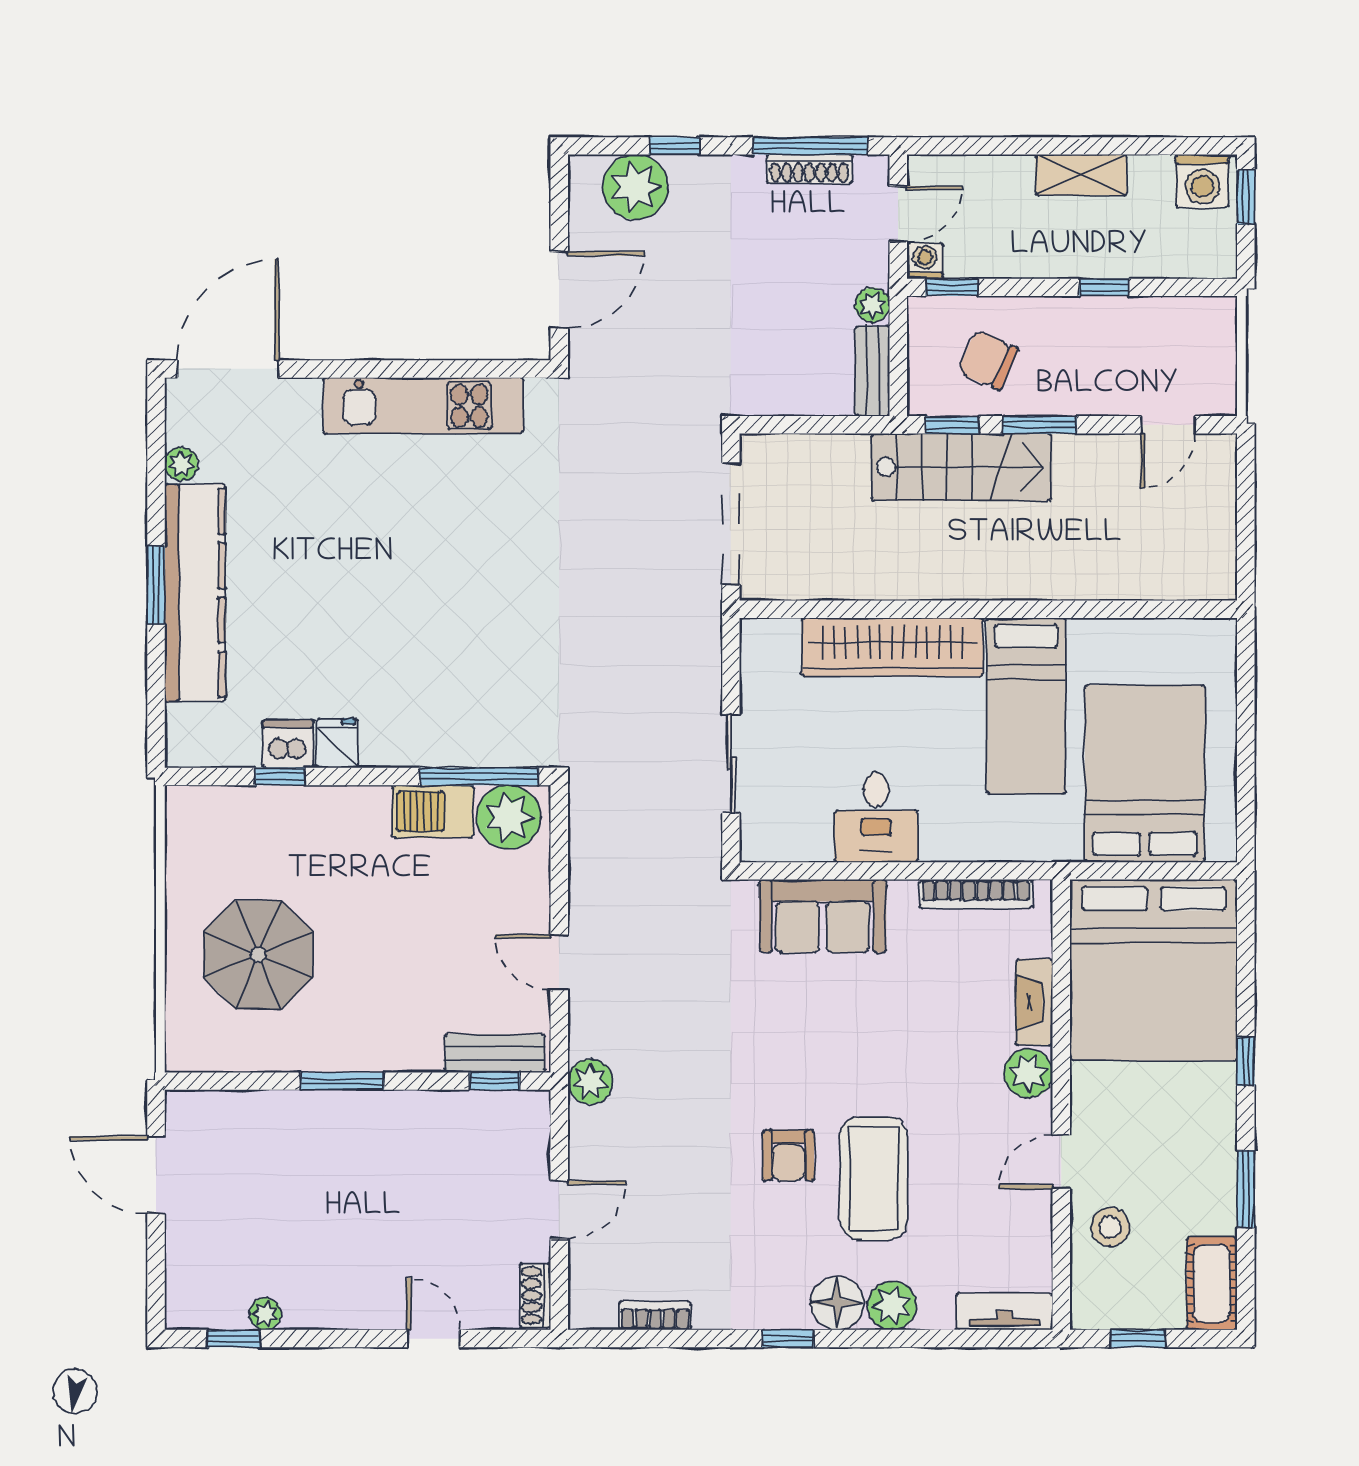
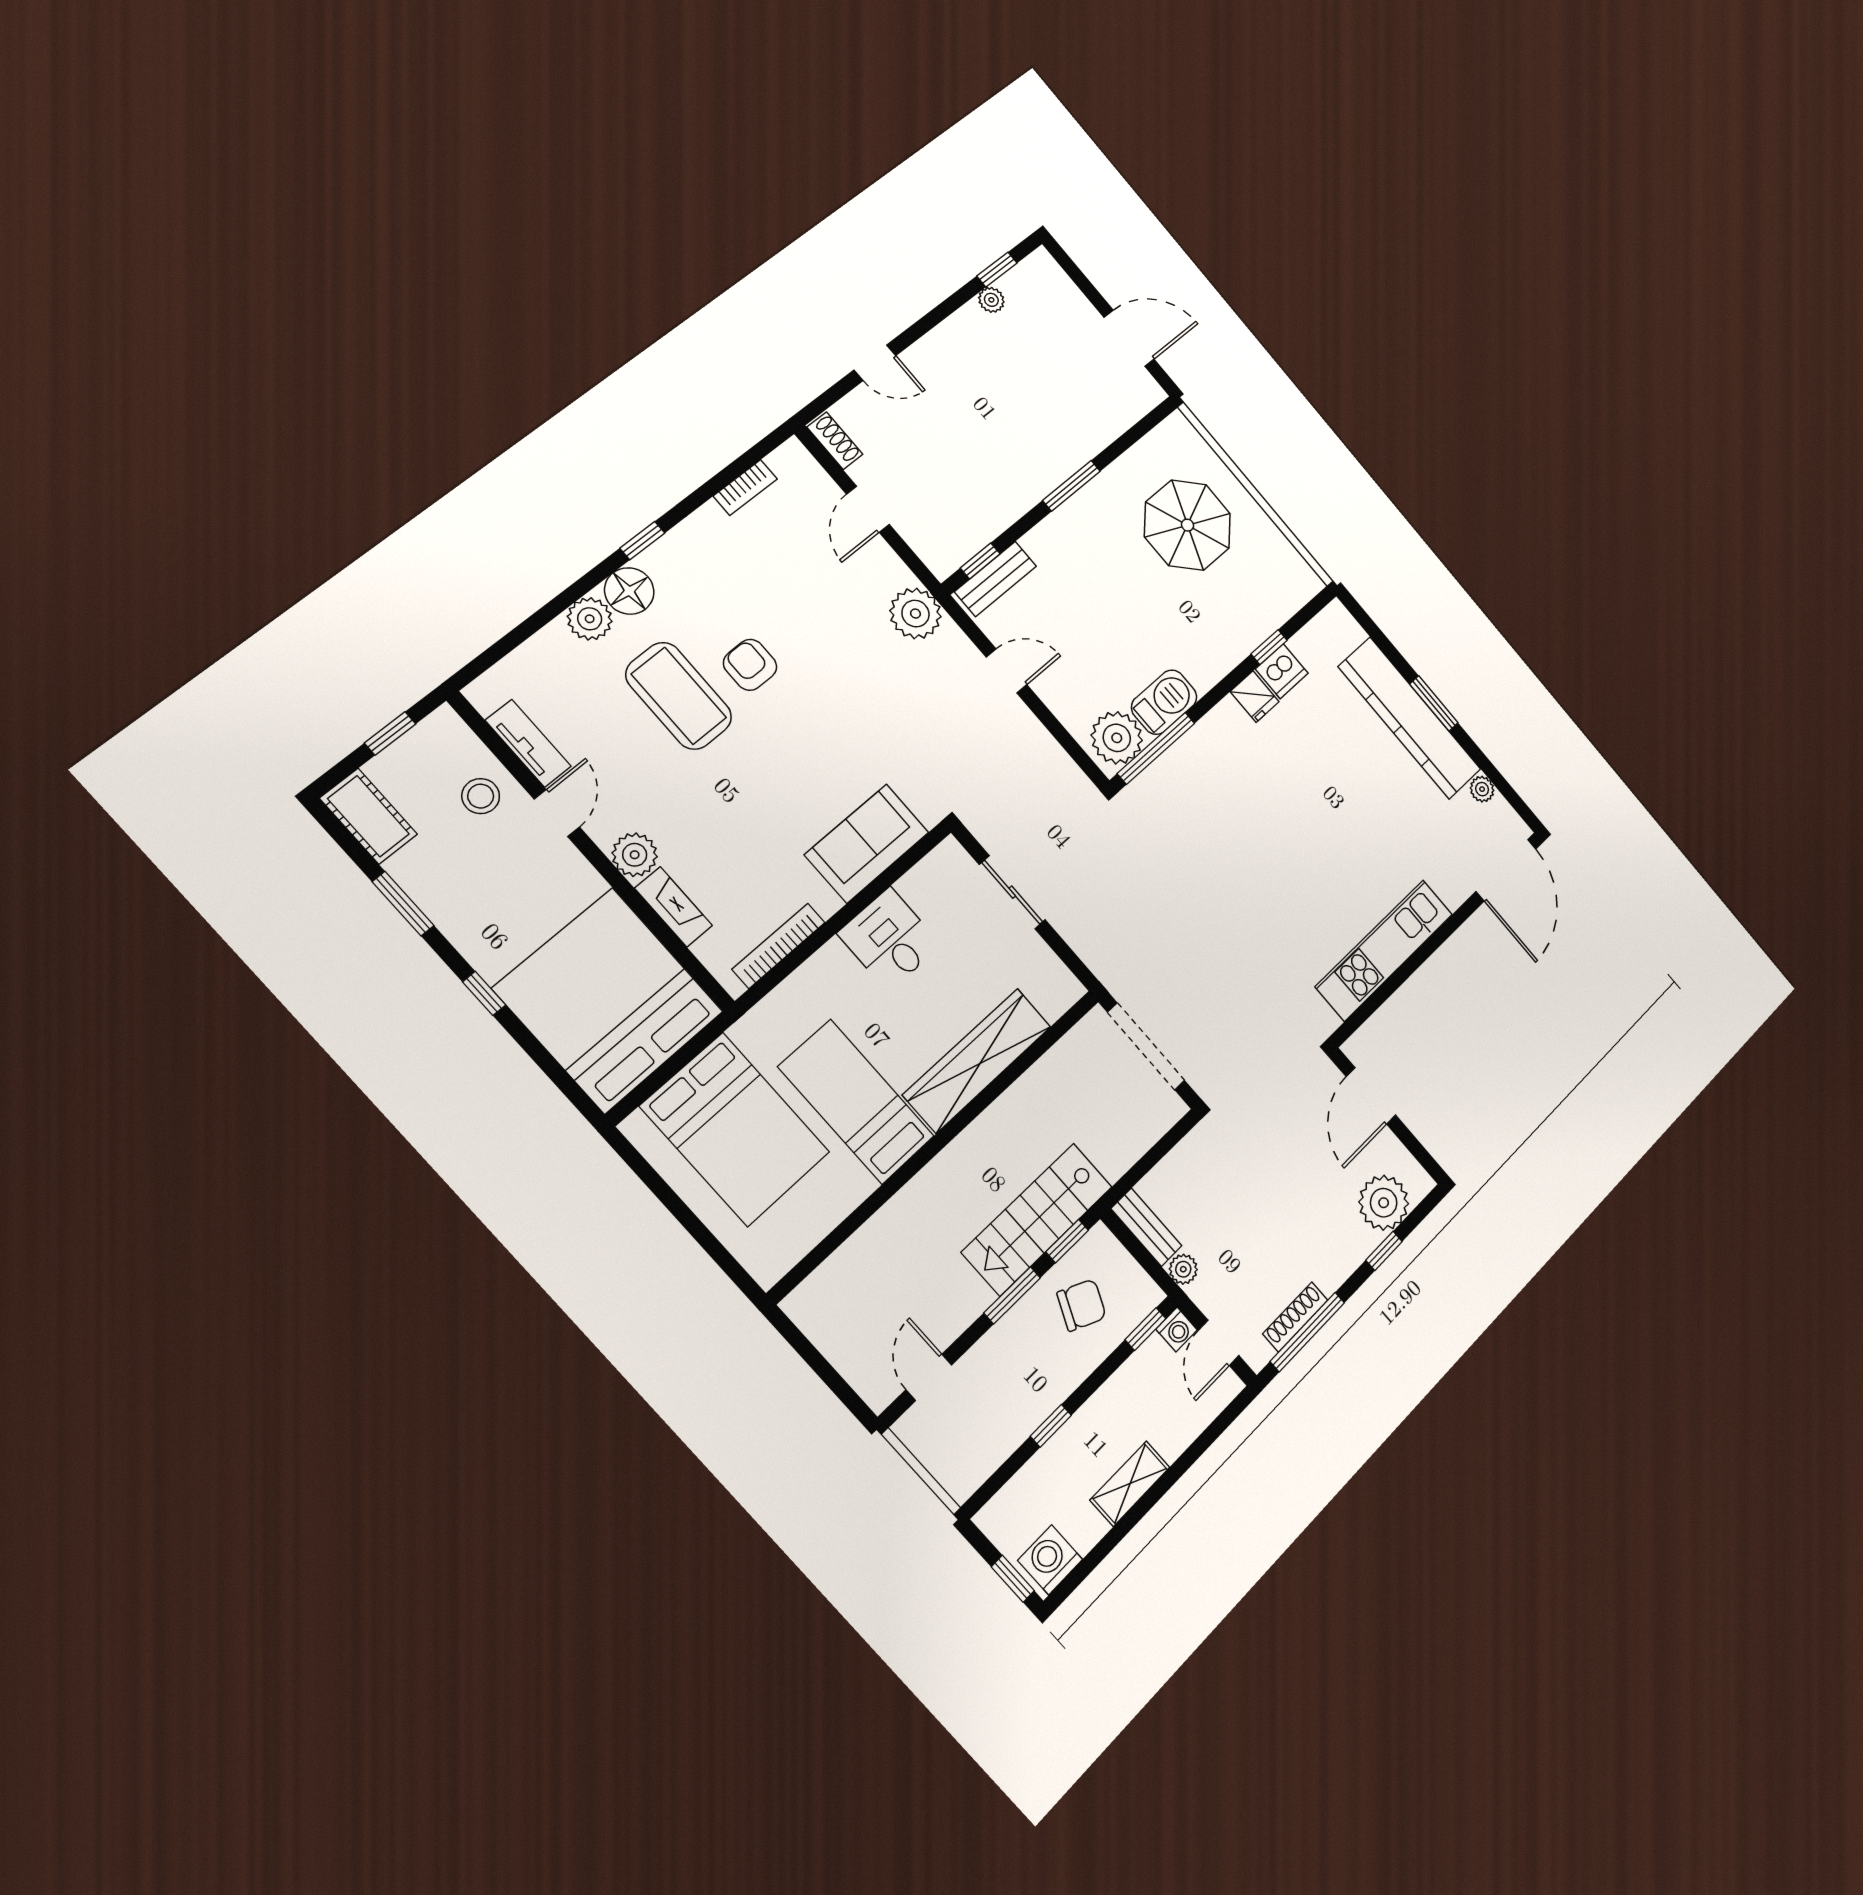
plant: (590, 1082) -> (915, 614), width x1.36, depth x1.36
tv unit: (1004, 1312) -> (528, 743), moved, turned -90

